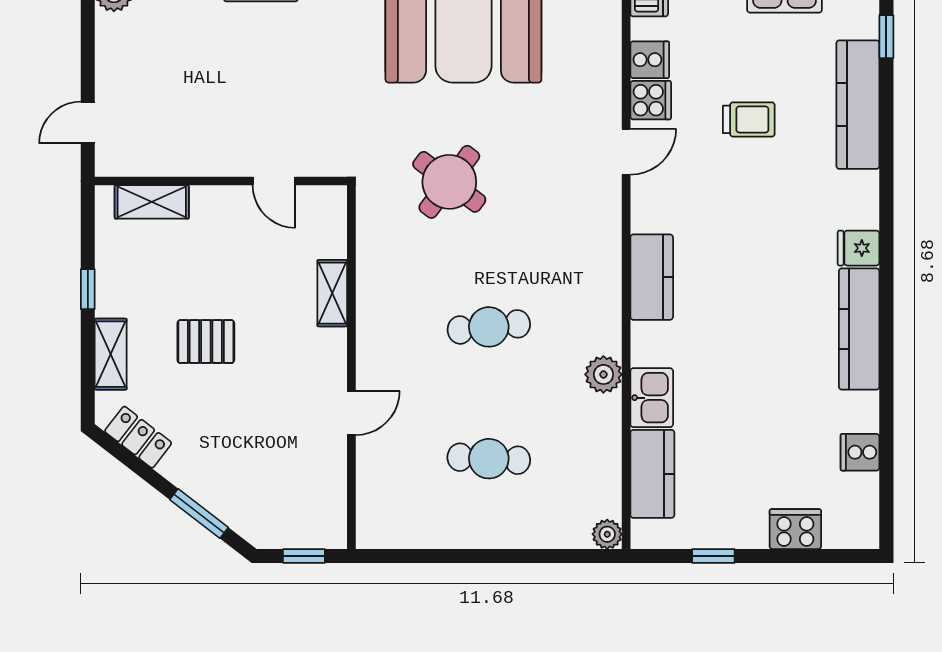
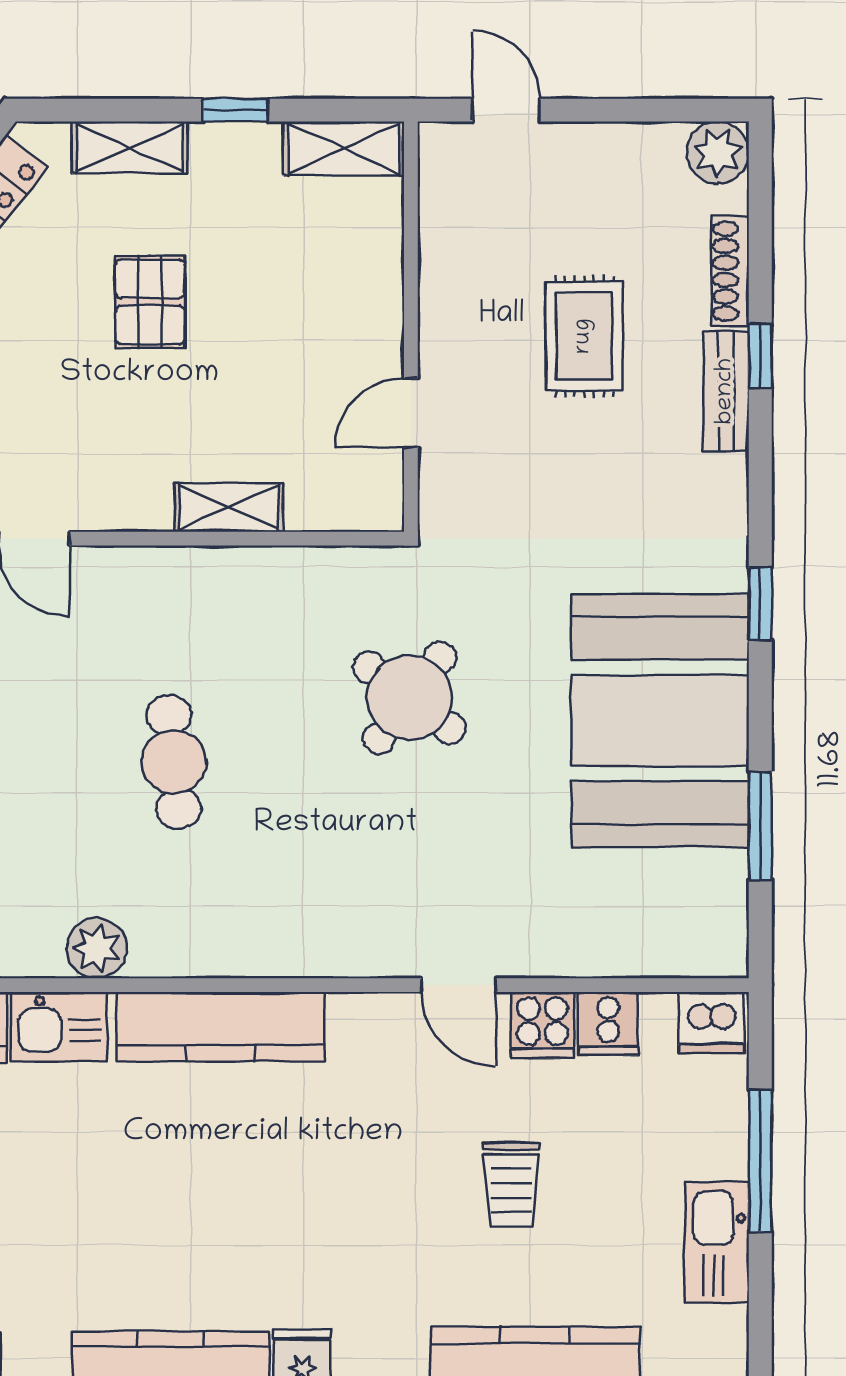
rug: (227, 74) -> (584, 336), added
shelving: (152, 202) -> (344, 149), moved, turned 90
kitchen counter: (652, 277) -> (220, 1027), width x1.50

